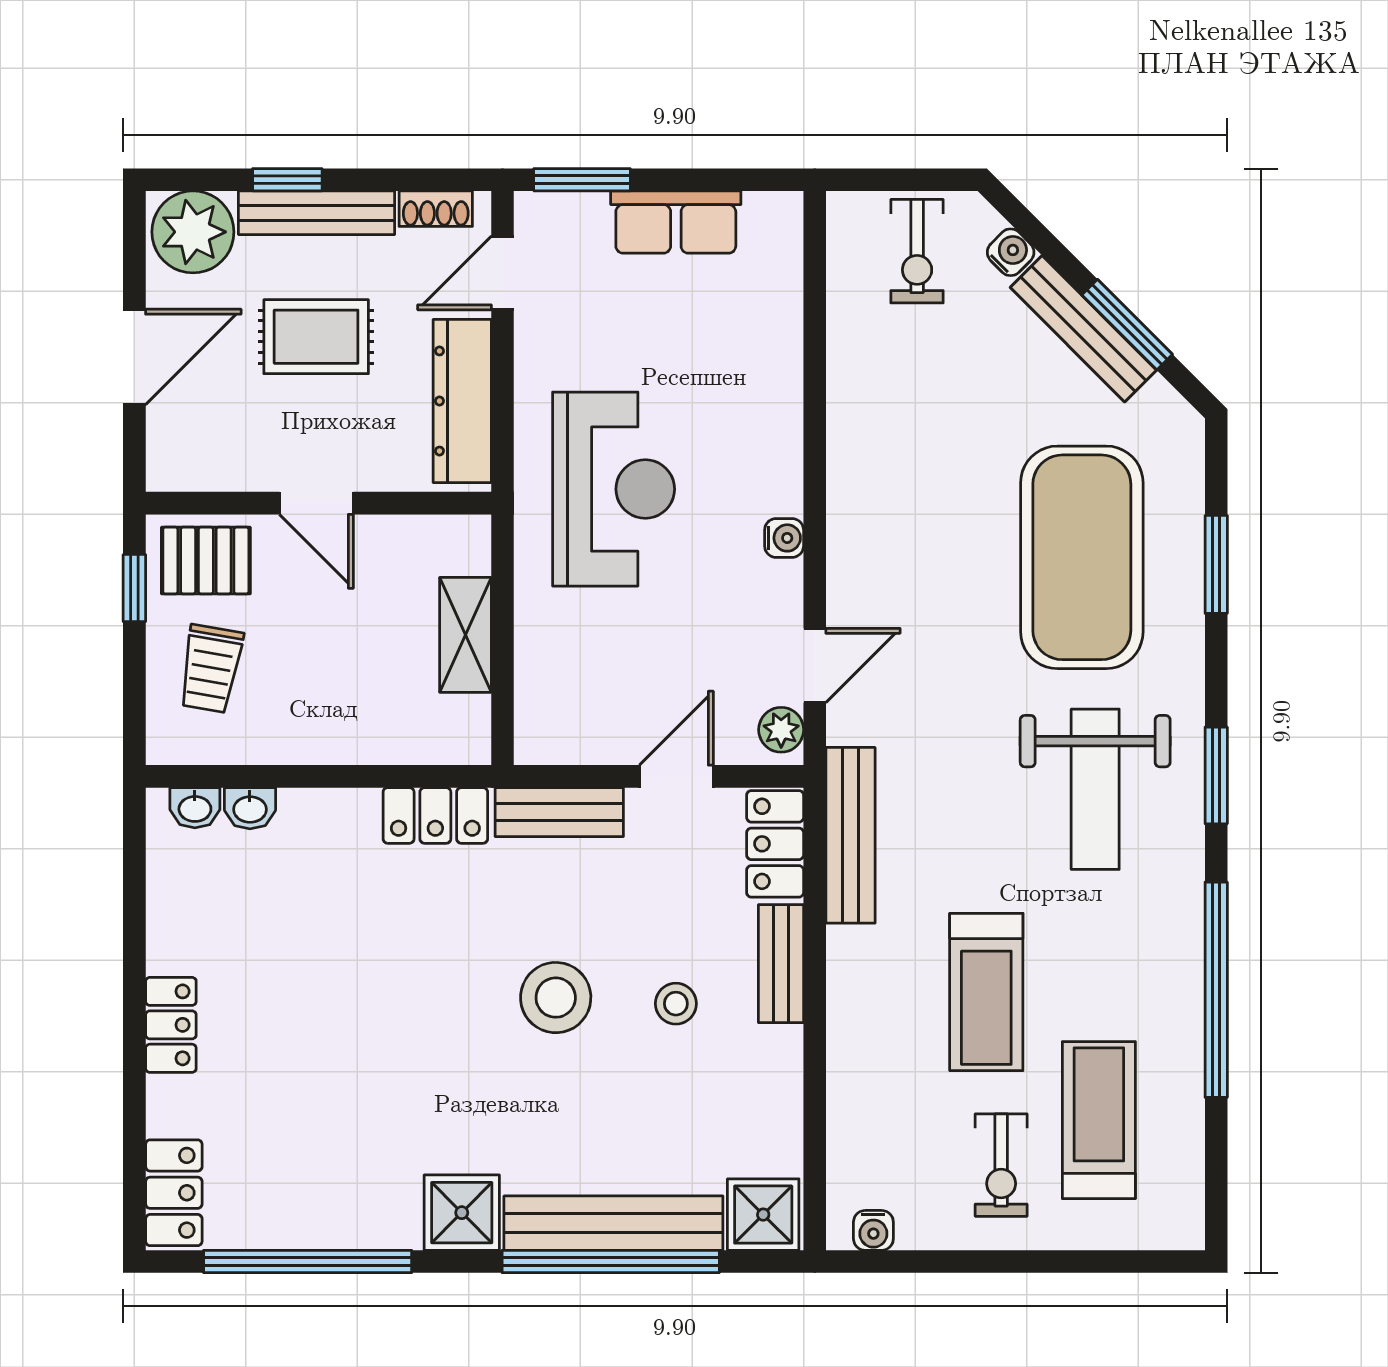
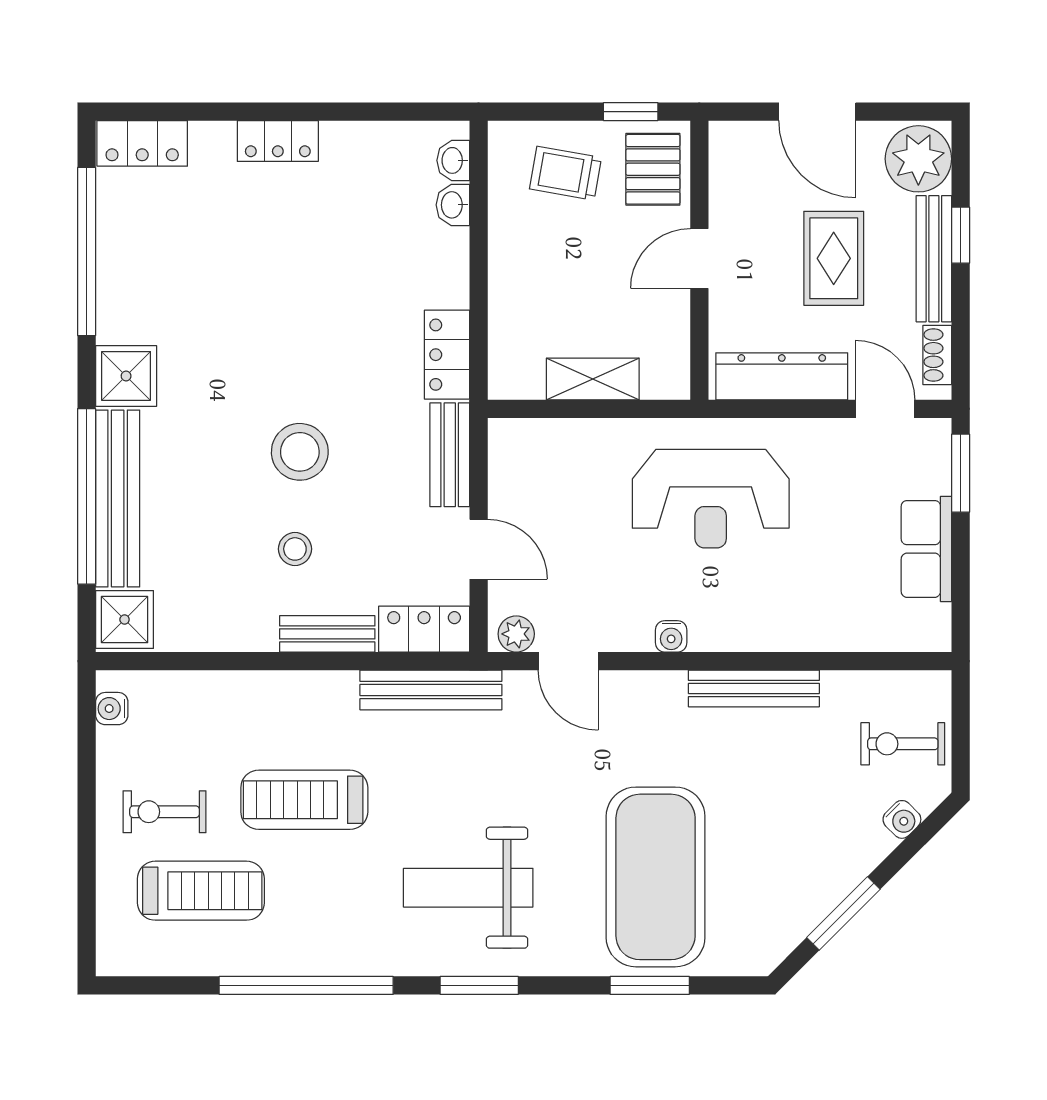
bench: (1083, 329) -> (754, 688), moved, turned 45
exercise mat: (1082, 557) -> (656, 877), turned 90

